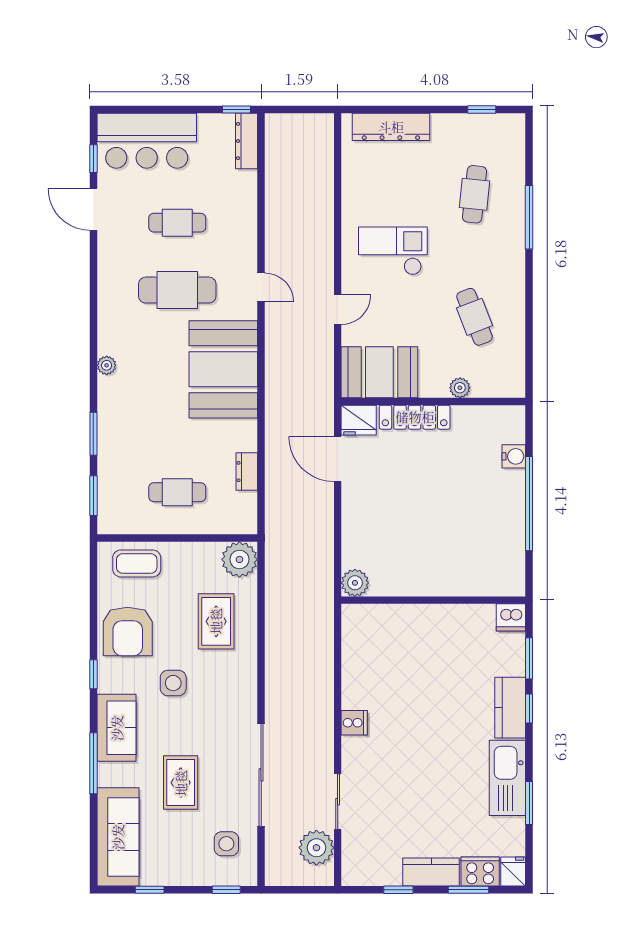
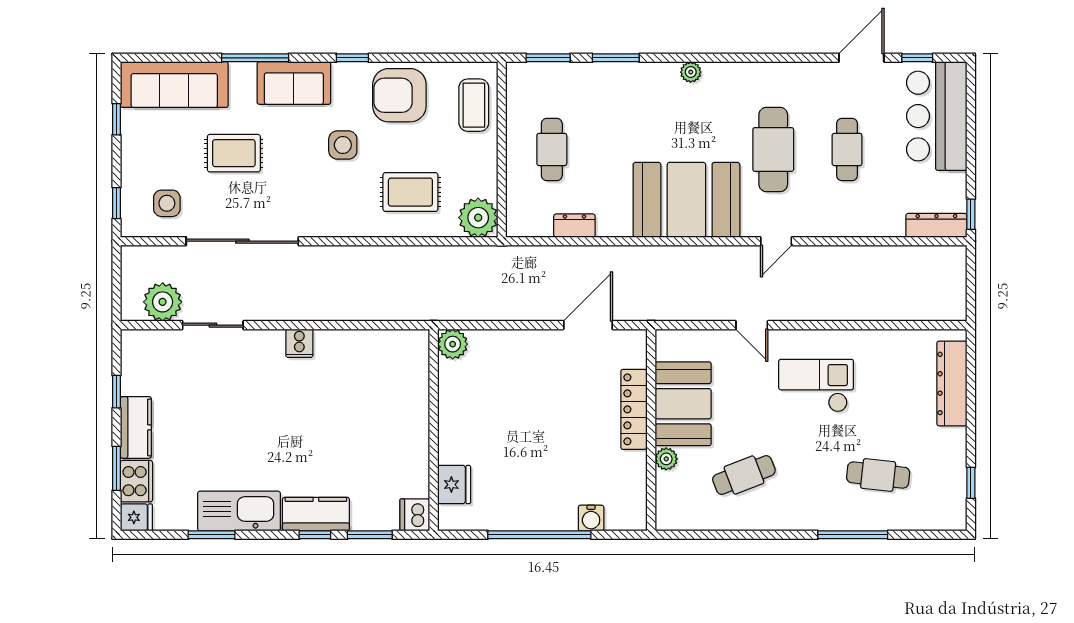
checkout: (393, 251) -> (816, 386), turned -90
booth: (379, 372) -> (683, 404), moved
fridge: (359, 420) -> (454, 485), moved, turned 180

